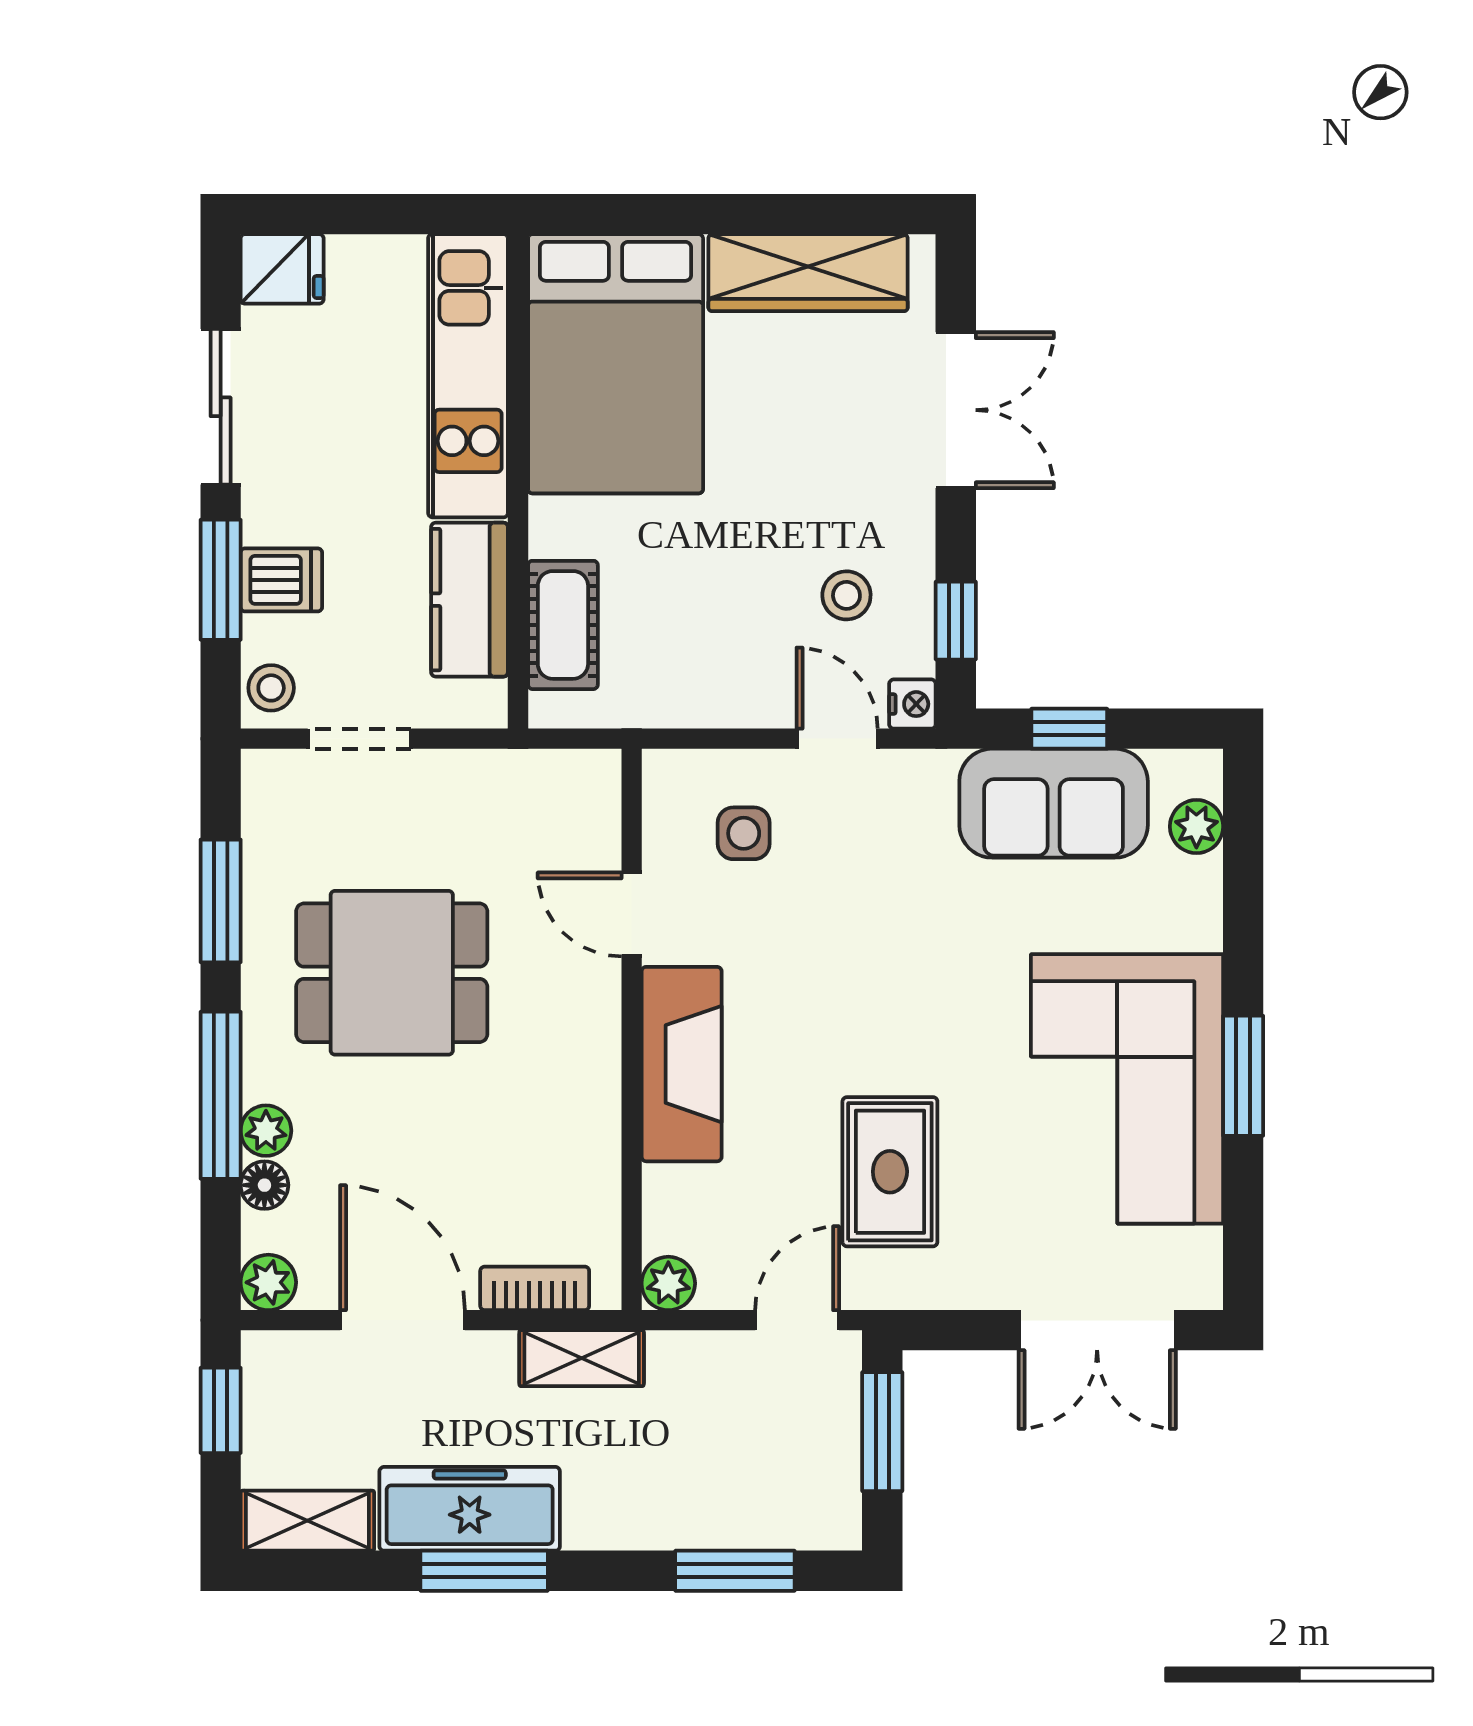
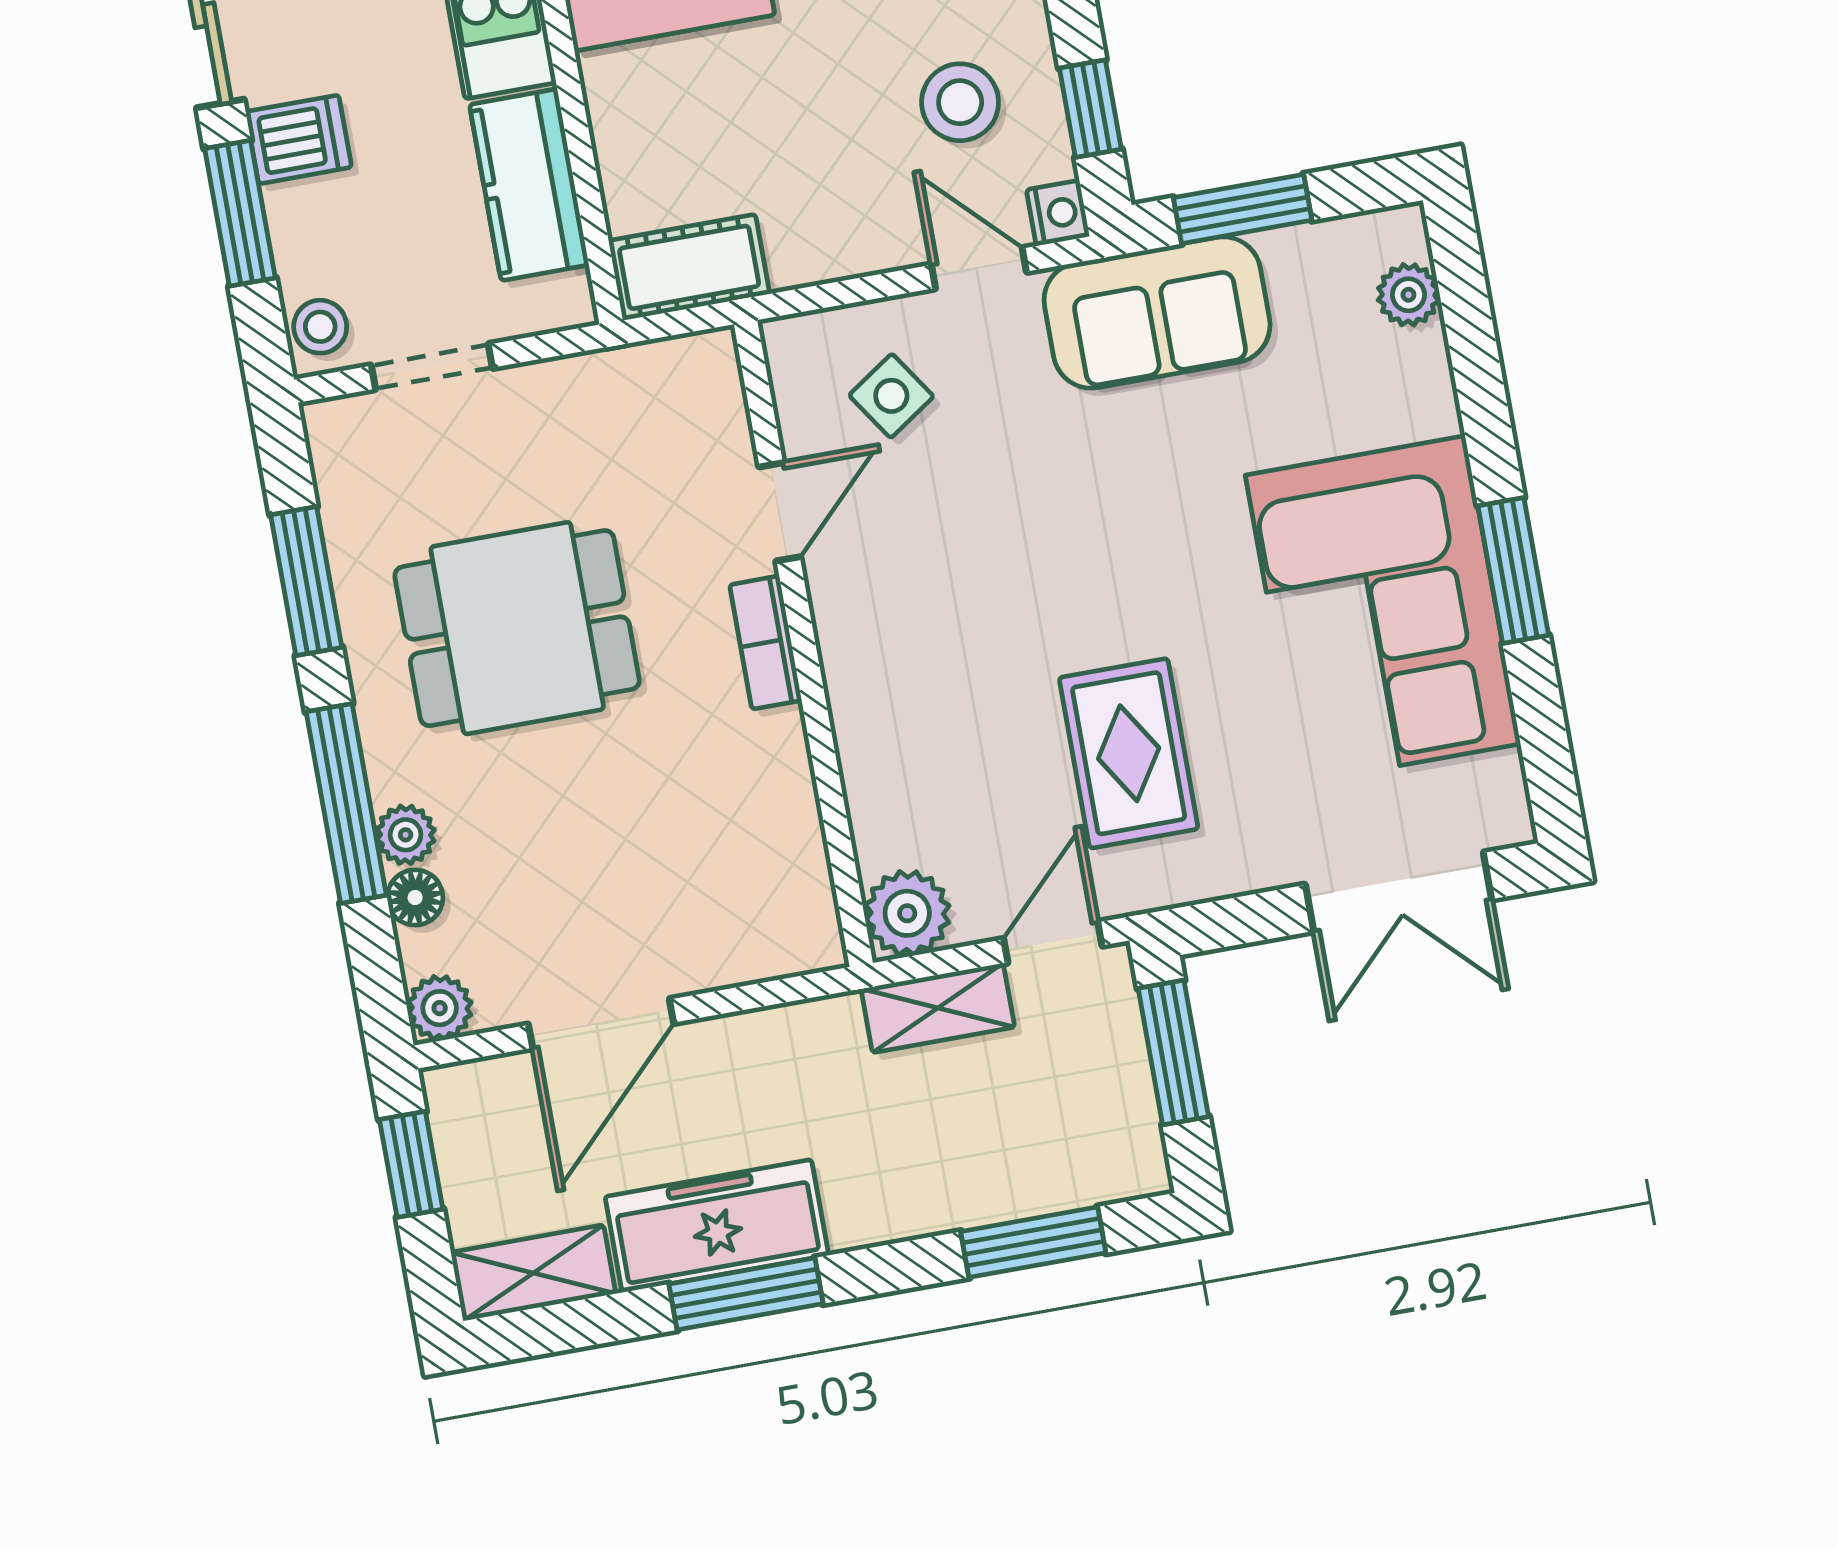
dishwasher: (281, 580) -> (299, 139), moved
stool: (846, 595) -> (960, 102), width x1.37, depth x1.37
cot: (563, 625) -> (689, 267), moved, turned 90
window: (1069, 729) -> (1243, 209), width x1.50
sofa: (1054, 803) -> (1157, 312), moved
side table: (744, 833) -> (891, 396), turned -34
door: (632, 914) -> (780, 512), swing flipped
fireplace: (682, 1064) -> (868, 673), removed
plant: (668, 1283) -> (907, 913), width x1.38, depth x1.38
bookcase: (535, 1288) -> (766, 643), moved, turned -90
door: (403, 1320) -> (601, 1024), swing flipped
shelving: (582, 1358) -> (938, 1008), moved

